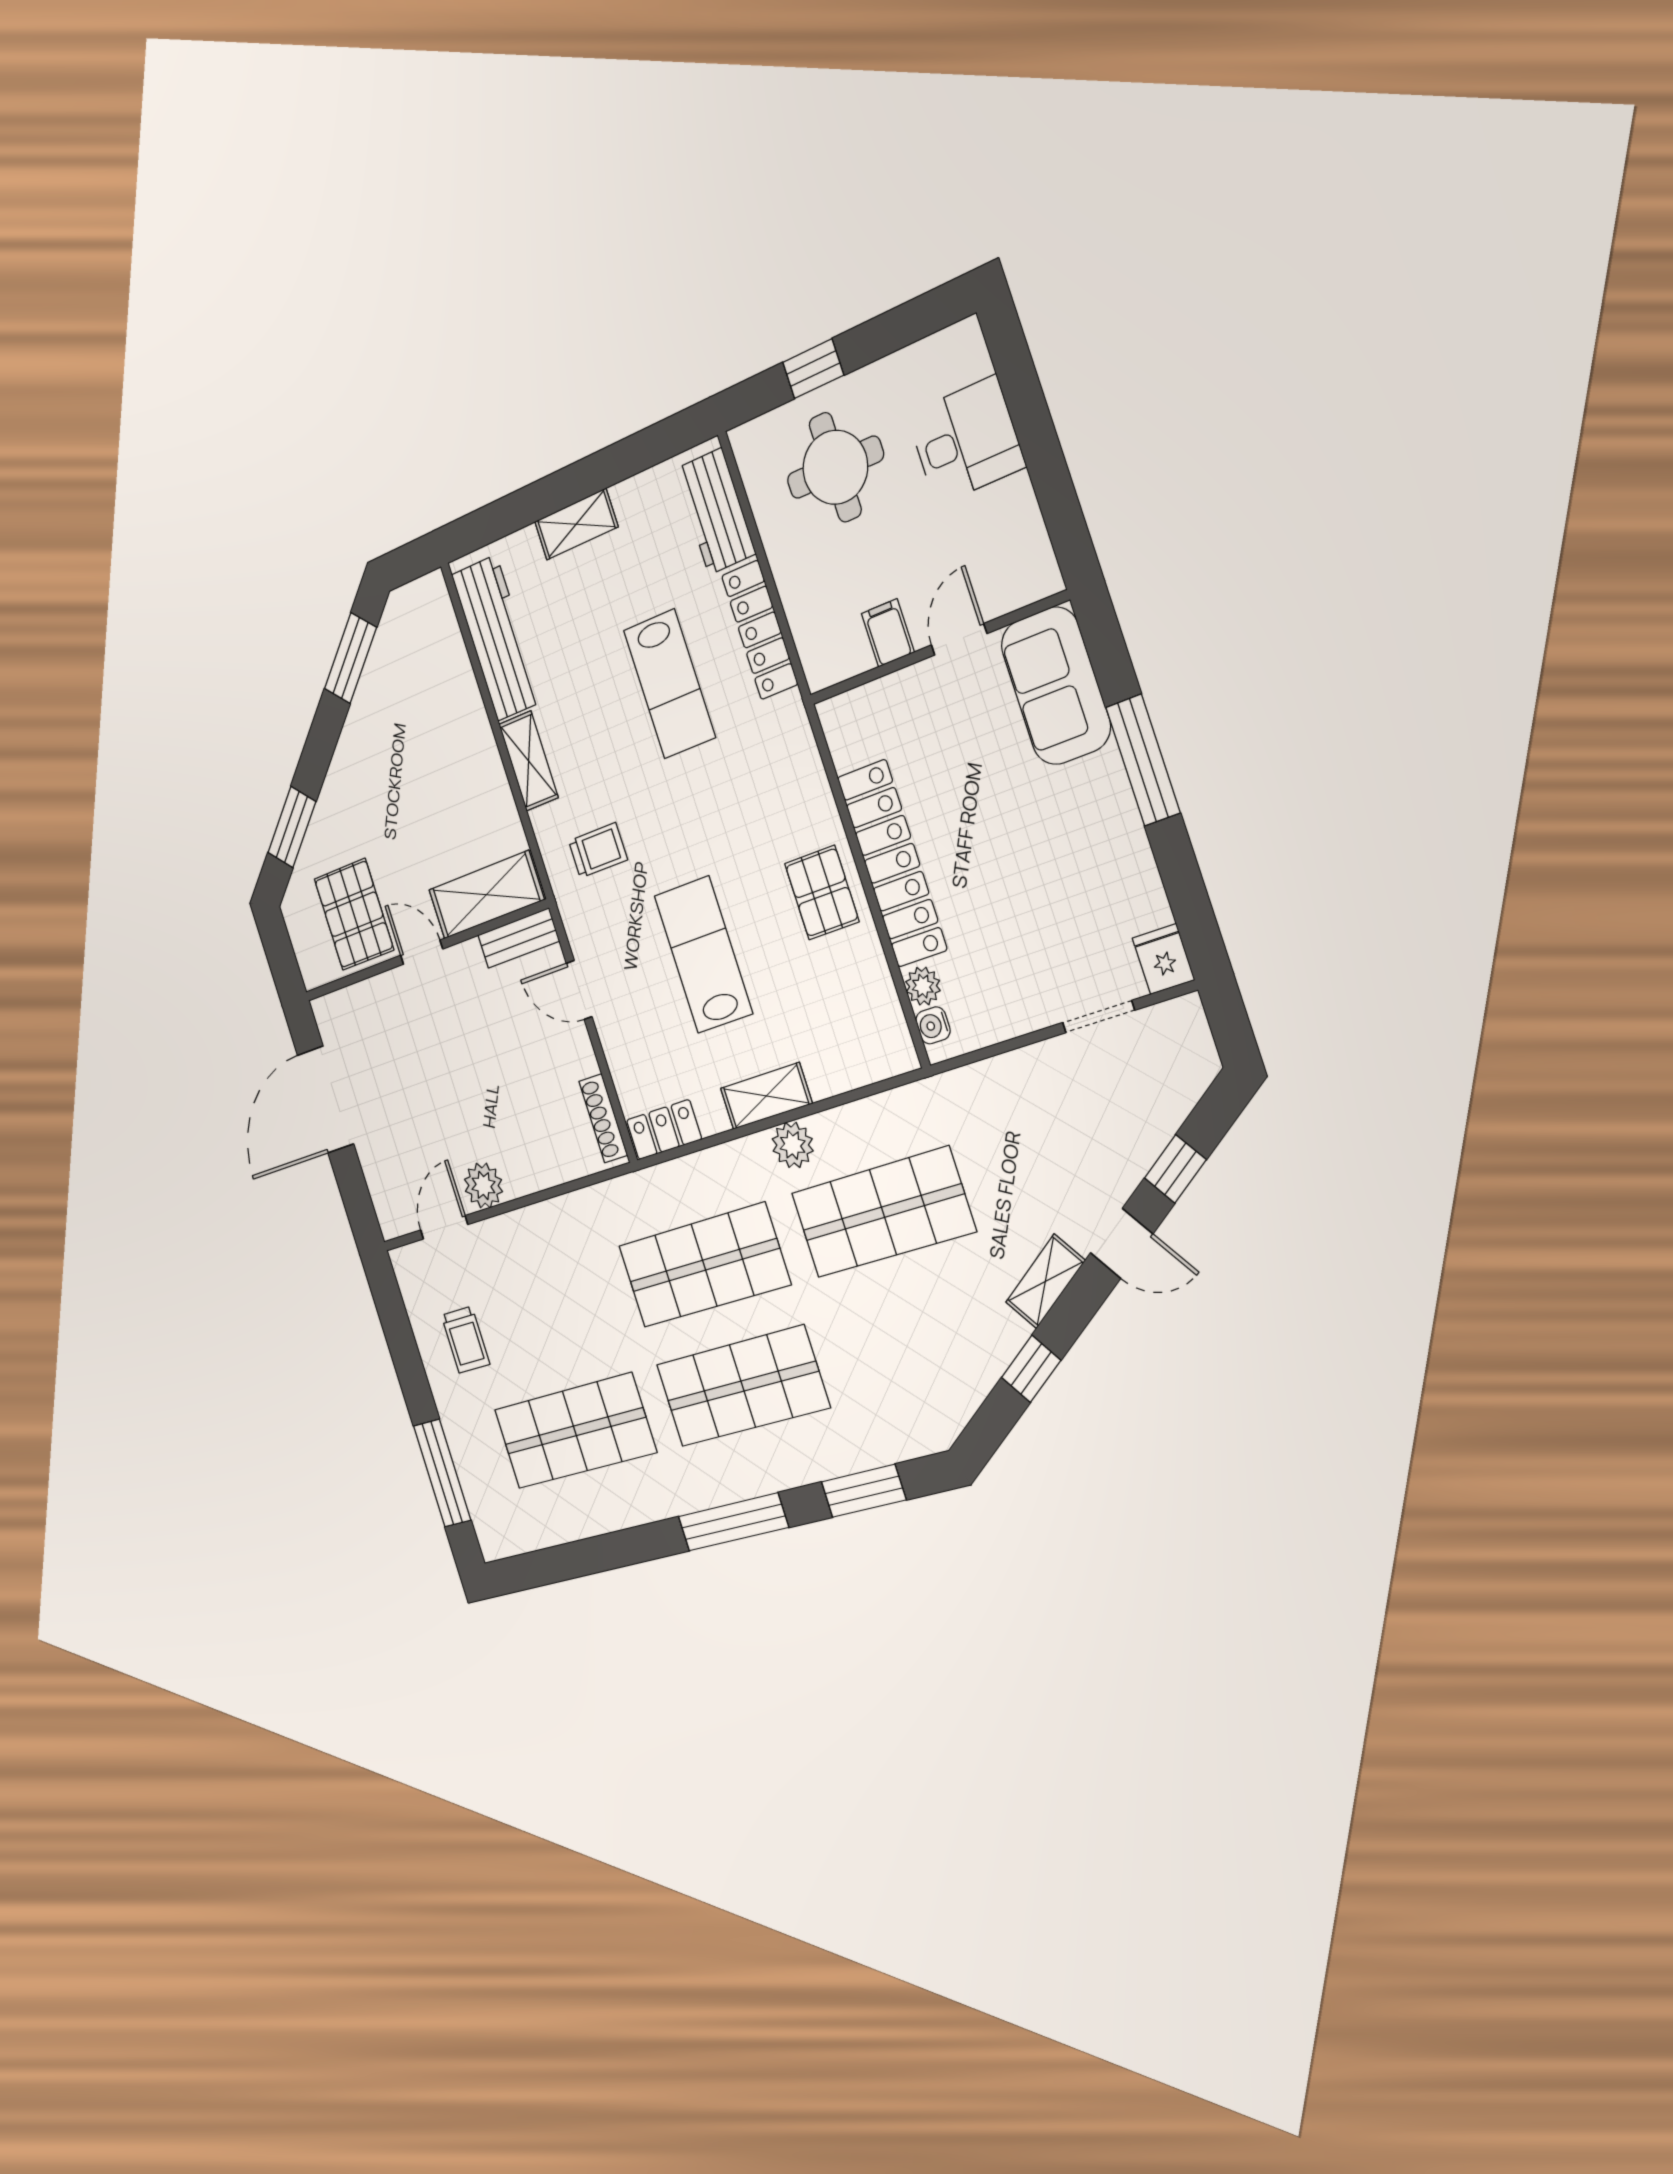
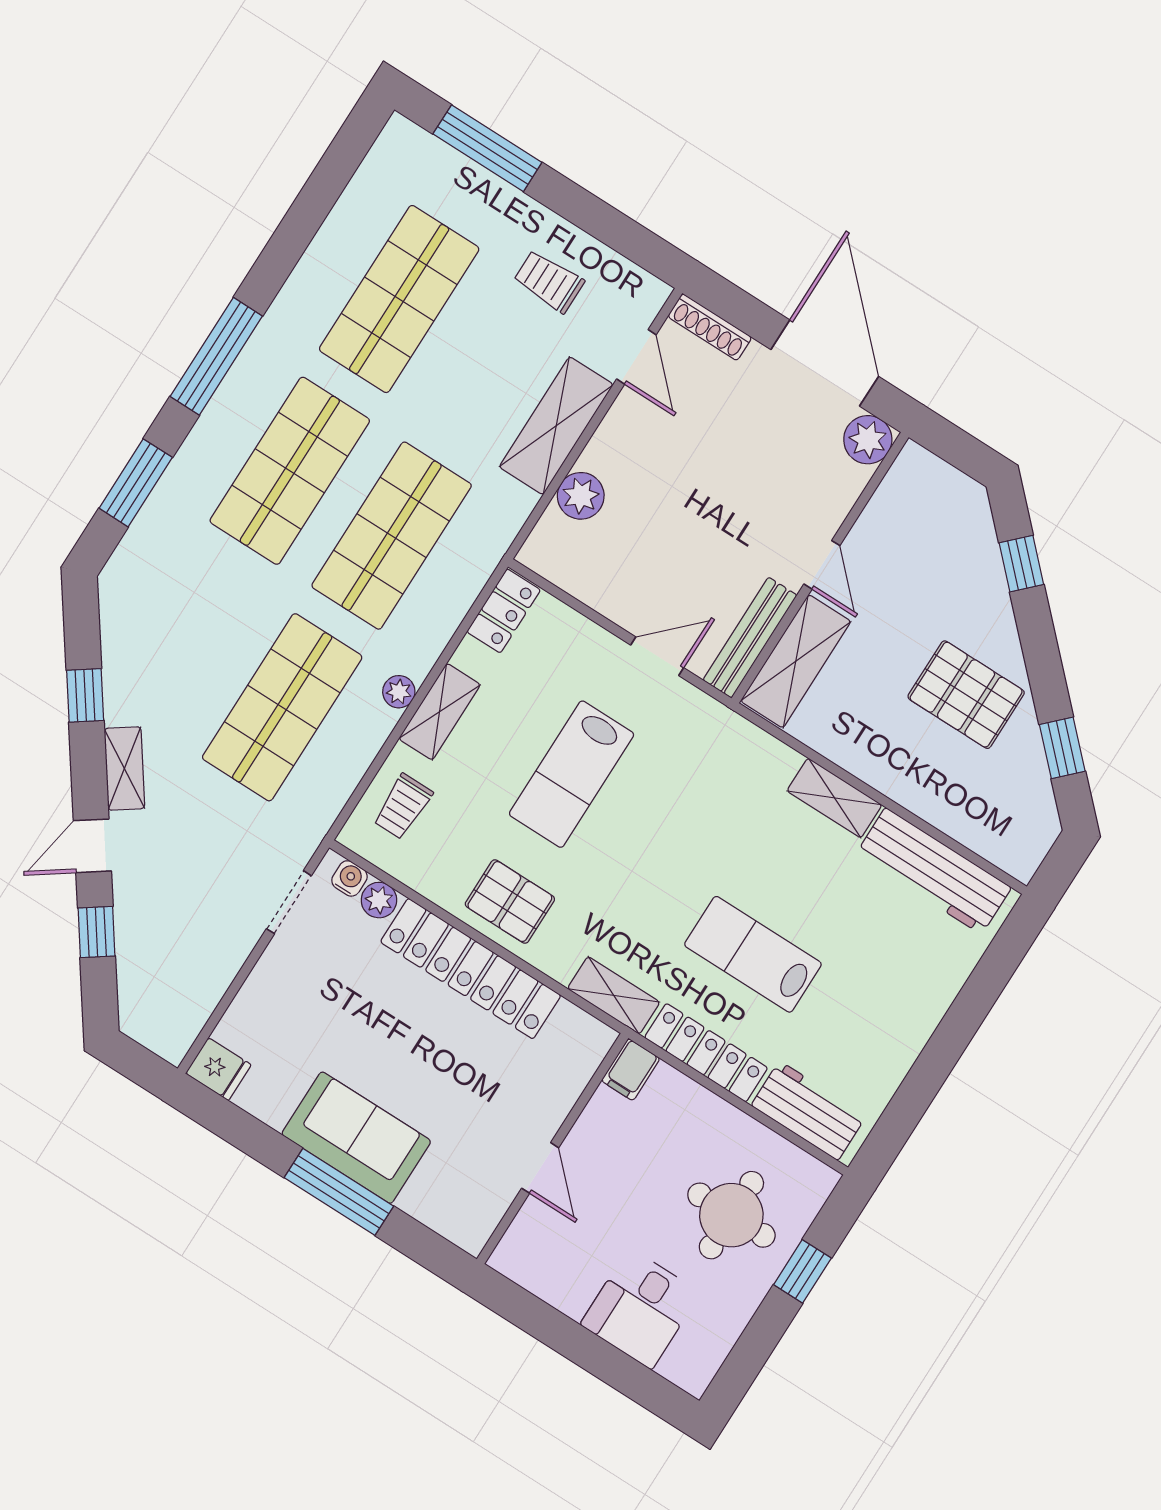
shelving: (576, 524) -> (614, 995), moved, turned 90
filing cabinet: (888, 633) -> (631, 1070), moved, turned 90
window: (350, 658) -> (1062, 748), width x0.67
sofa: (1056, 686) -> (356, 1138), moved
window: (292, 827) -> (1021, 564), width x0.67
trolley: (598, 850) -> (403, 806), moved
pallet: (354, 914) -> (966, 695), moved
bench: (518, 938) -> (750, 638), width x1.36
door: (422, 952) -> (822, 565), hinge flipped
lab bench: (703, 955) -> (572, 774), turned 90
plant: (333, 1016) -> (868, 440), added
doorway: (1099, 1017) -> (289, 902), moved
shoe rack: (603, 1118) -> (710, 327), moved, turned 180
plant: (793, 1145) -> (399, 692), width x0.73, depth x0.73
plant: (483, 1185) -> (581, 496), moved
shelving: (531, 1232) -> (556, 426), added

